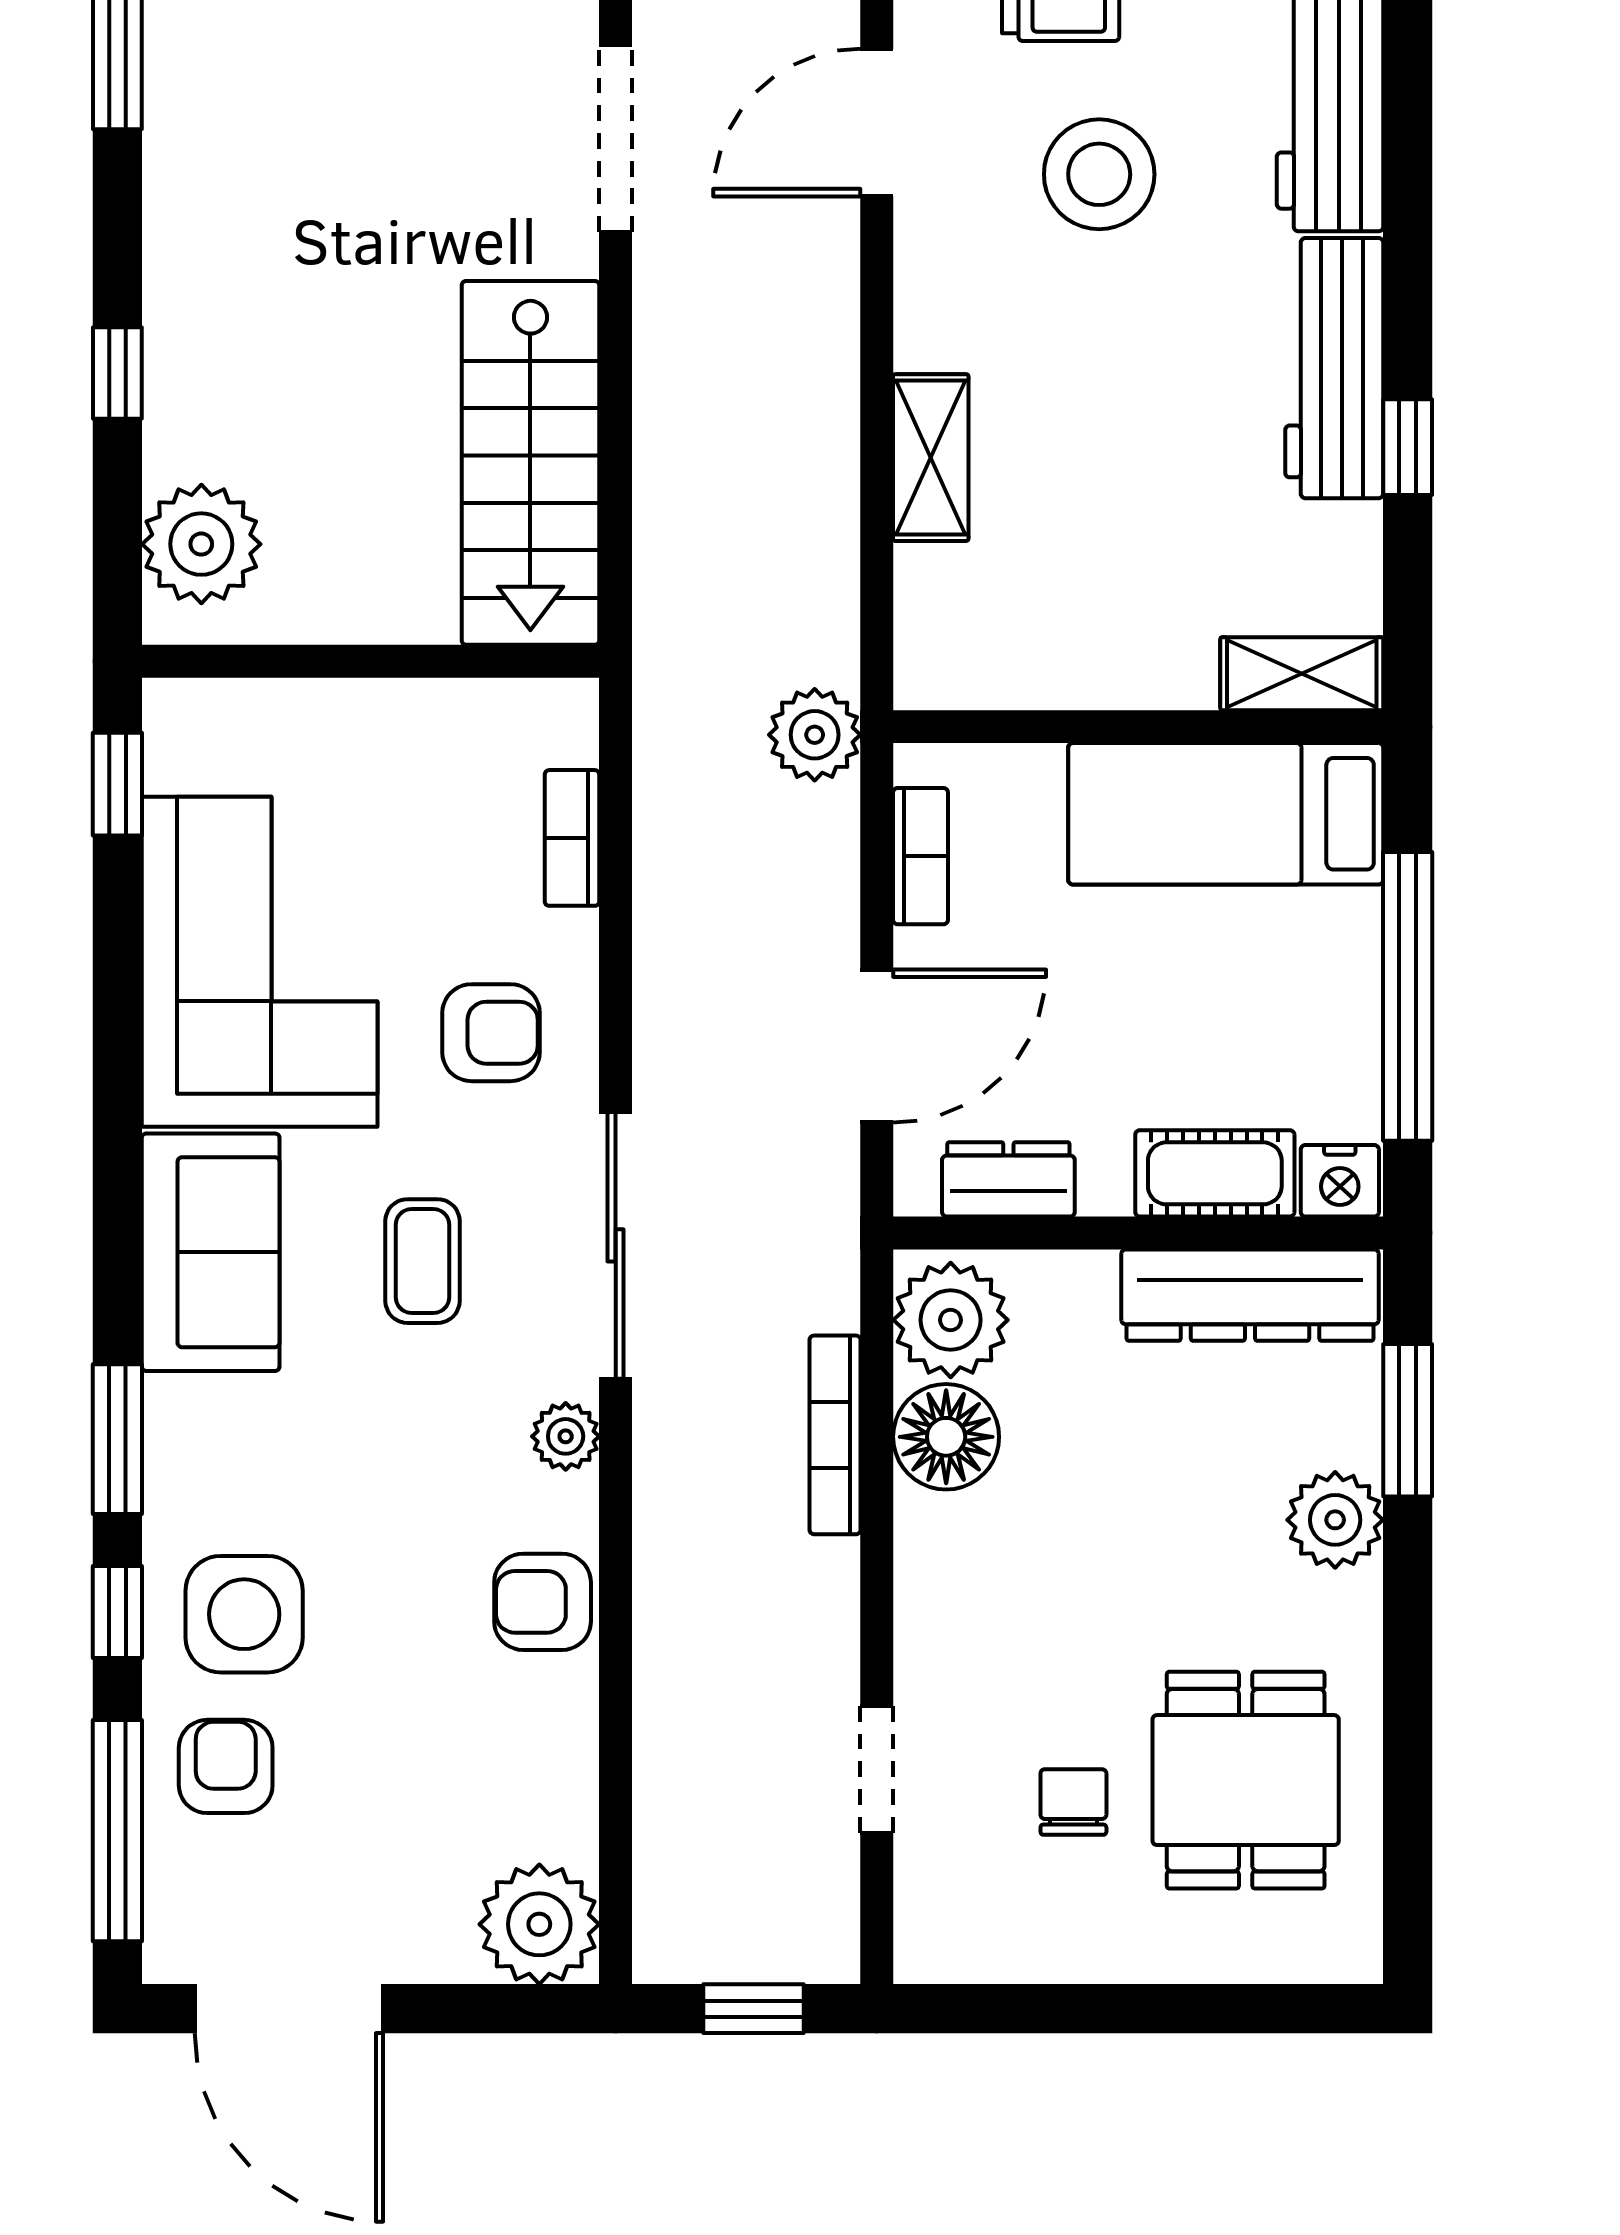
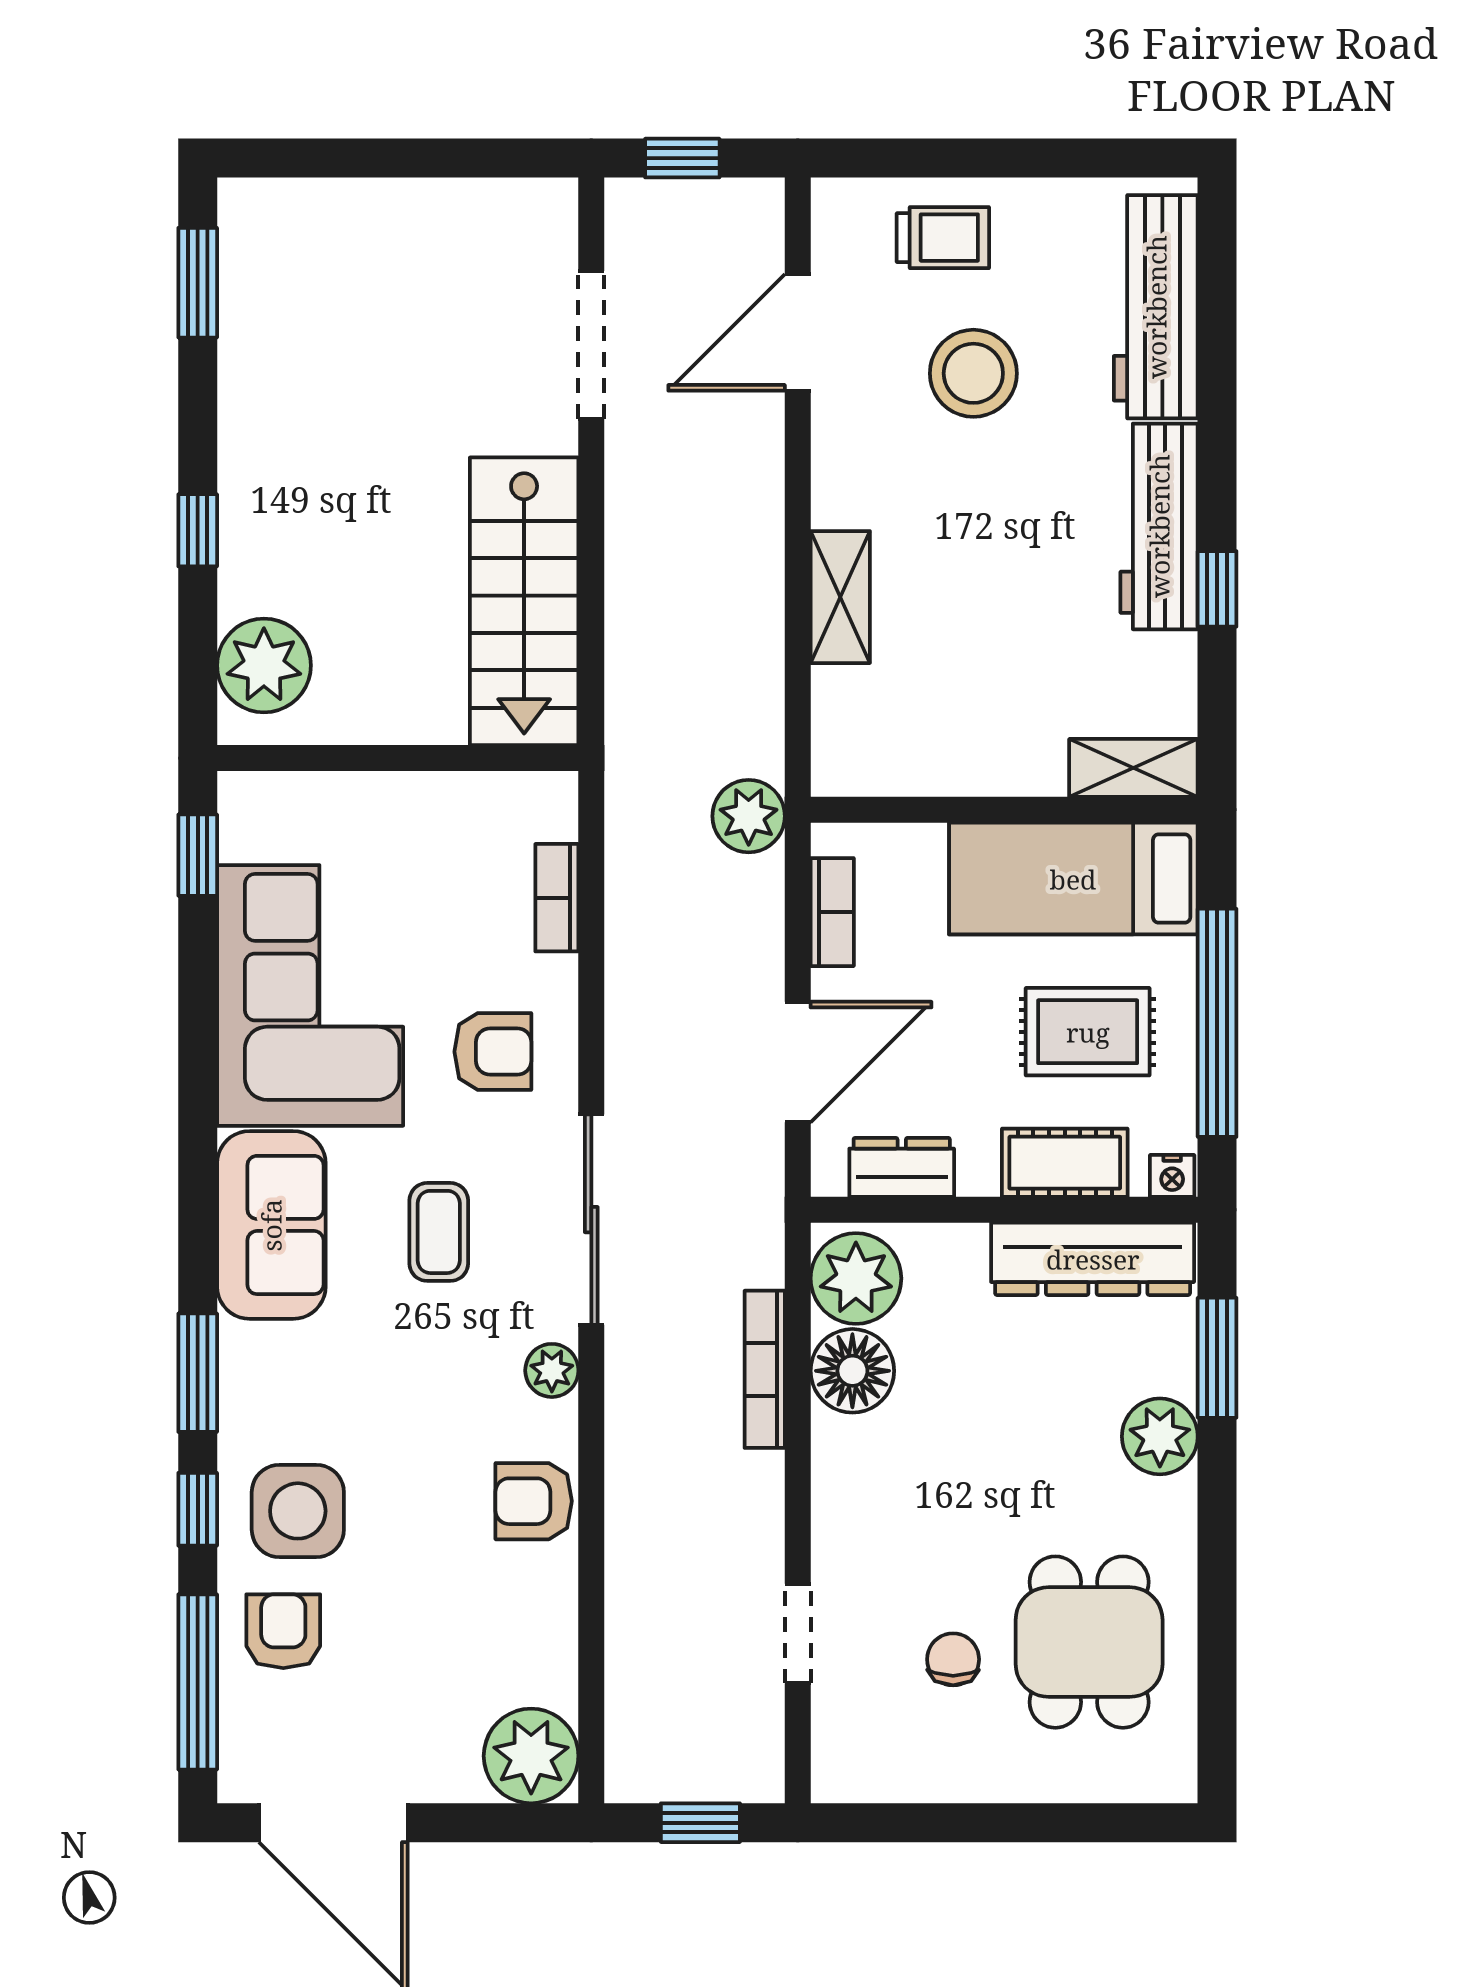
rug: (1244, 1008) -> (1088, 1032), added
nightstand: (1340, 1181) -> (1172, 1176), width x0.72, depth x0.74

